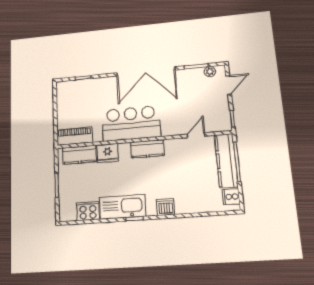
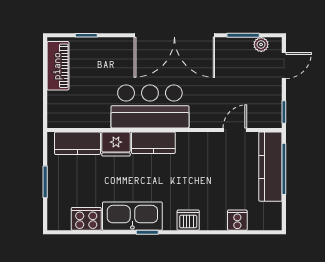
piano: (74, 136) -> (58, 66), moved, turned 90
kitchen counter: (147, 149) -> (153, 143), moved
cooker: (231, 197) -> (237, 220), moved, turned 90

